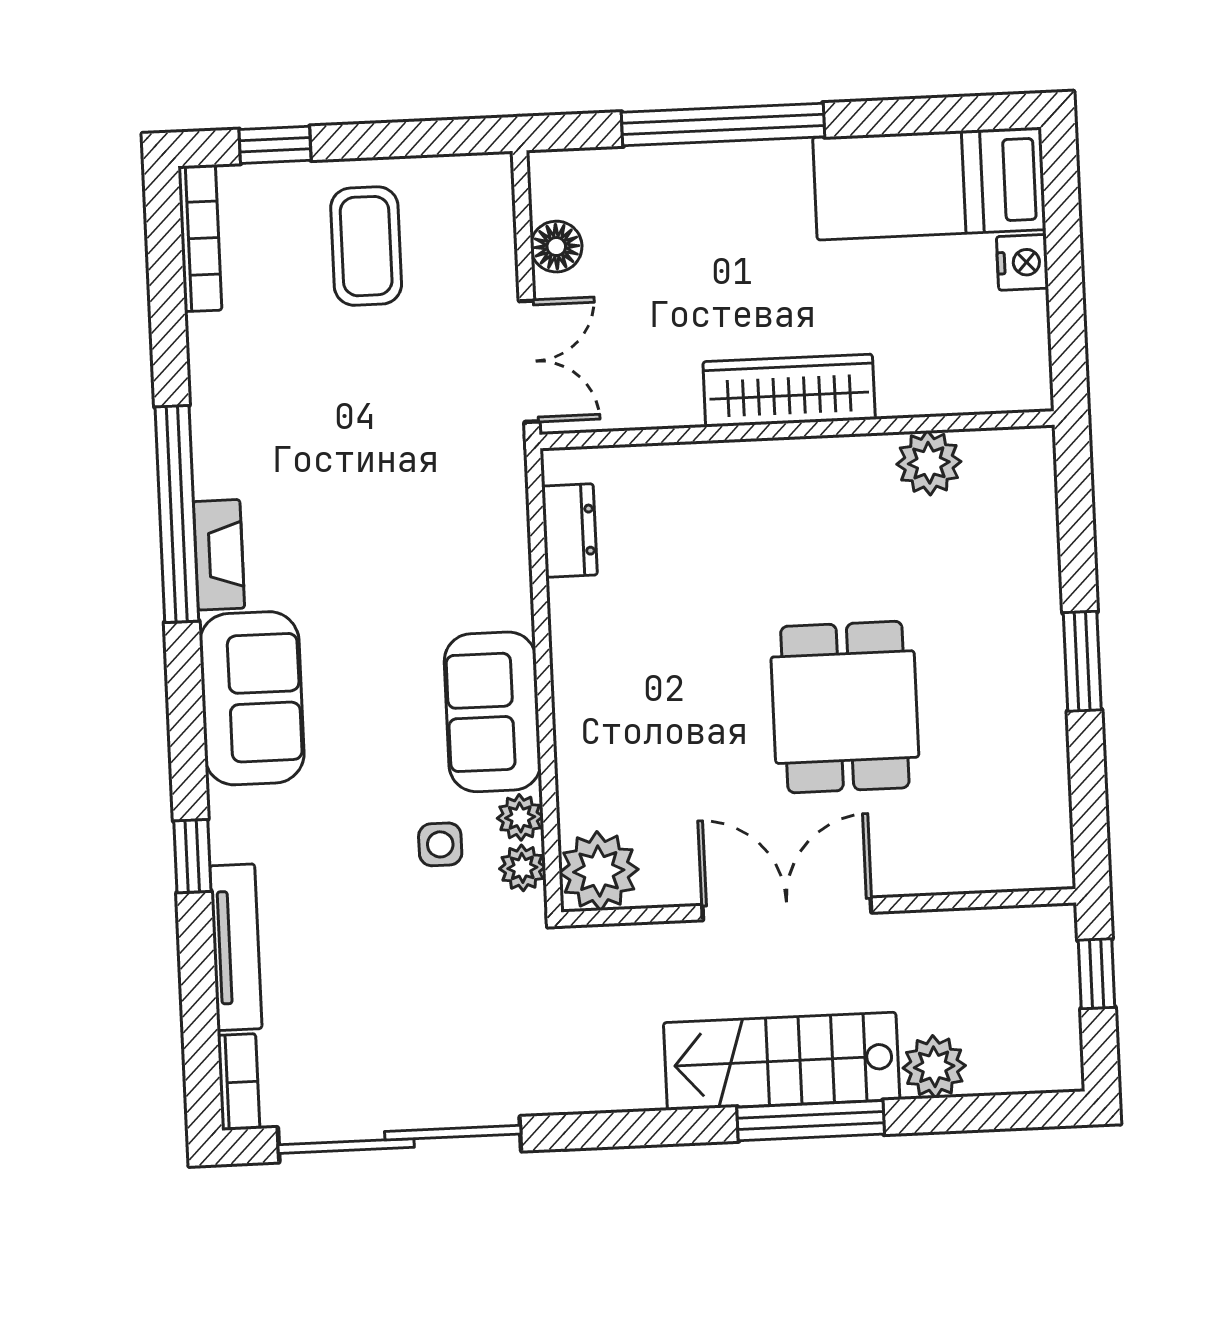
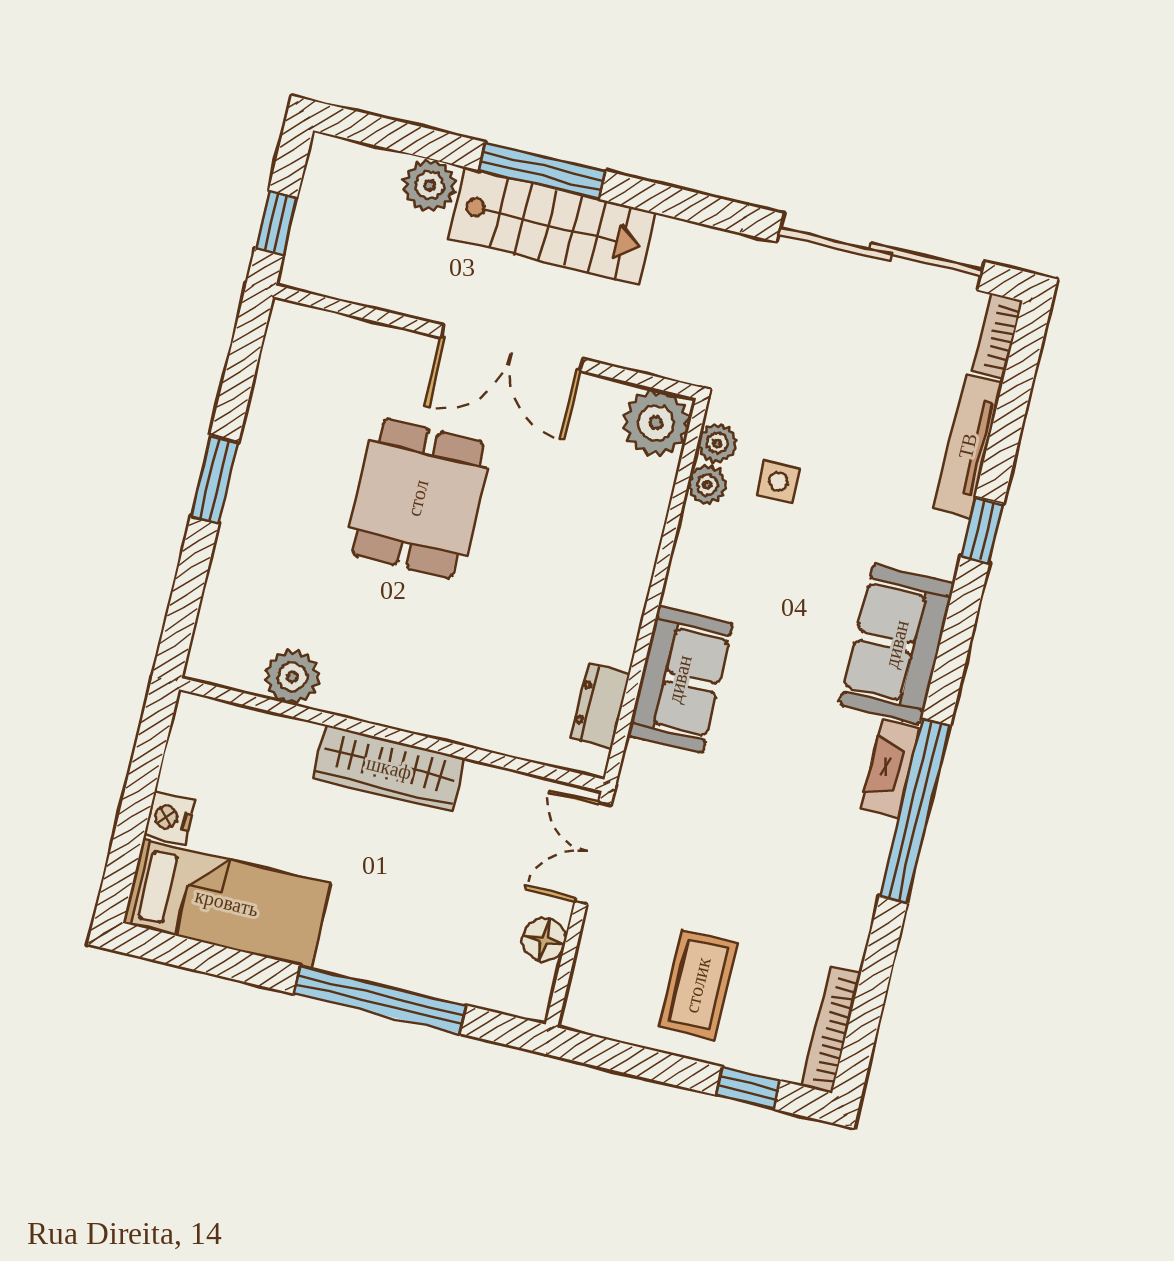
sofa: (492, 712) -> (680, 679), moved

